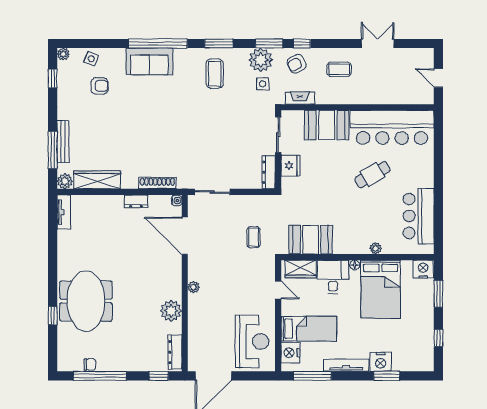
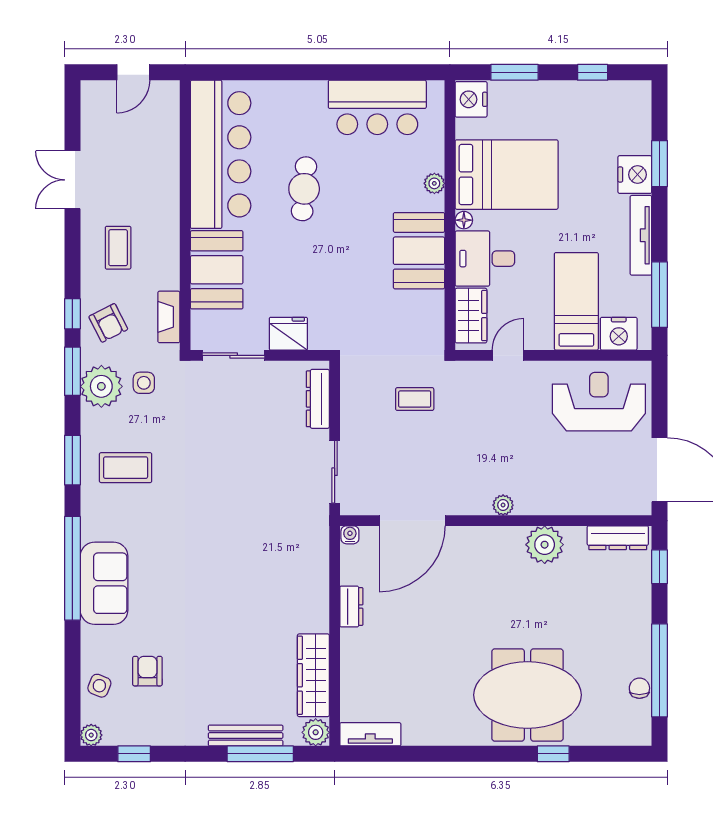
dresser: (269, 172) -> (318, 399), moved, turned 90
cafe table: (372, 175) -> (304, 189), turned 35
shoe rack: (157, 183) -> (319, 569), removed
booth: (311, 240) -> (419, 251), moved

